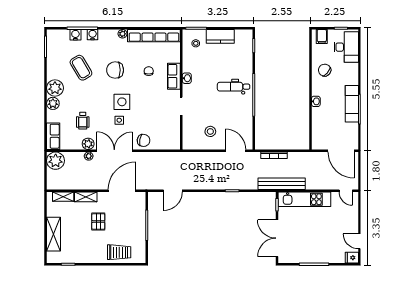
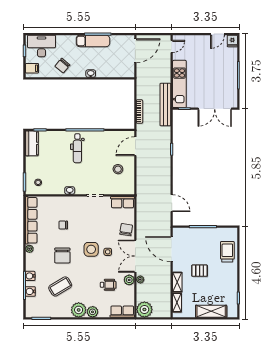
kitchen counter: (220, 36) -> (32, 143), moved
row of seats: (174, 76) -> (122, 202), moved

